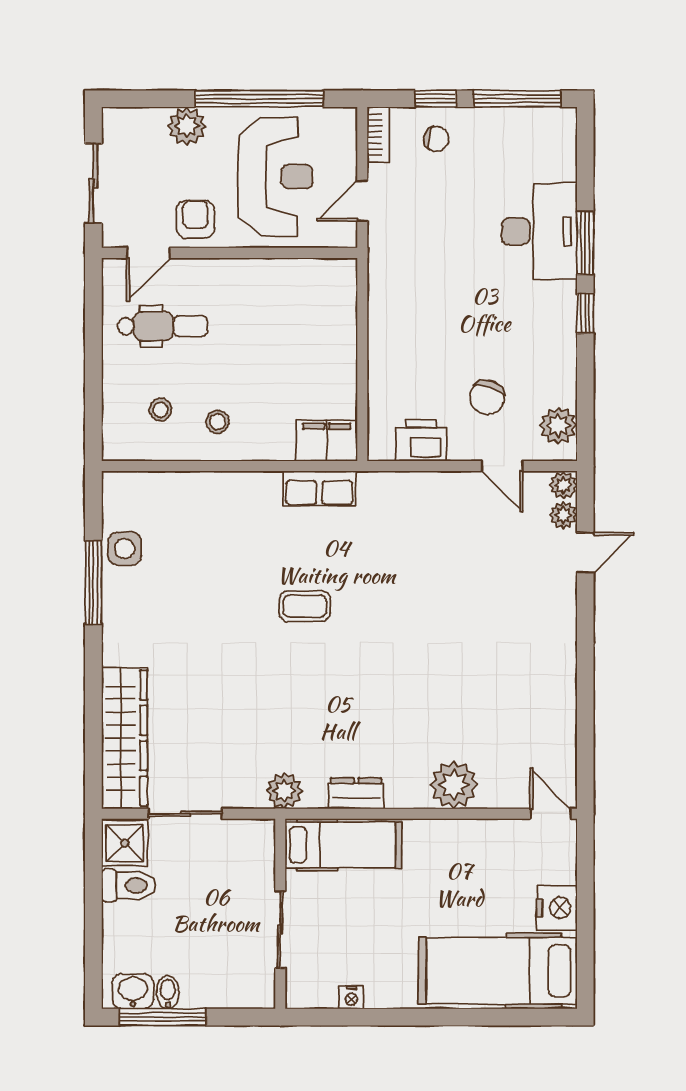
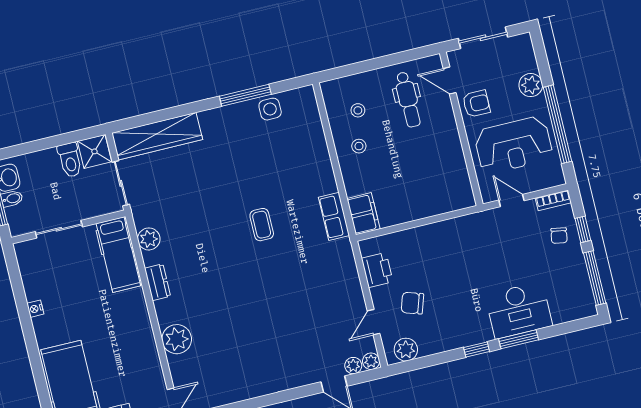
hospital bed: (343, 845) -> (118, 255), moved
wall: (280, 914) -> (68, 227), moved
sliding door: (280, 930) -> (59, 229), moved

